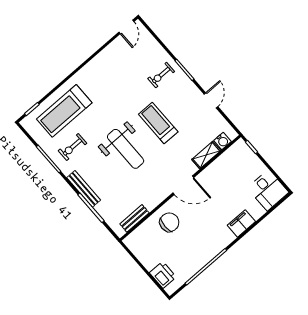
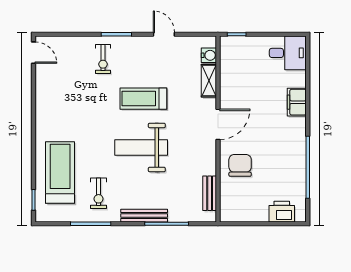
treadmill: (64, 111) -> (60, 173), turned 180
weight bench: (126, 149) -> (141, 147), turned 180

